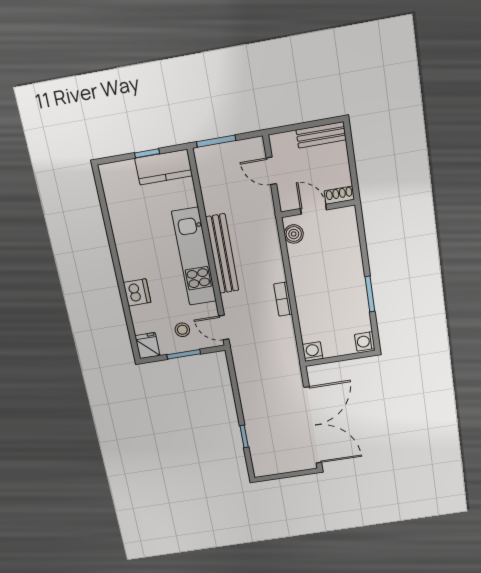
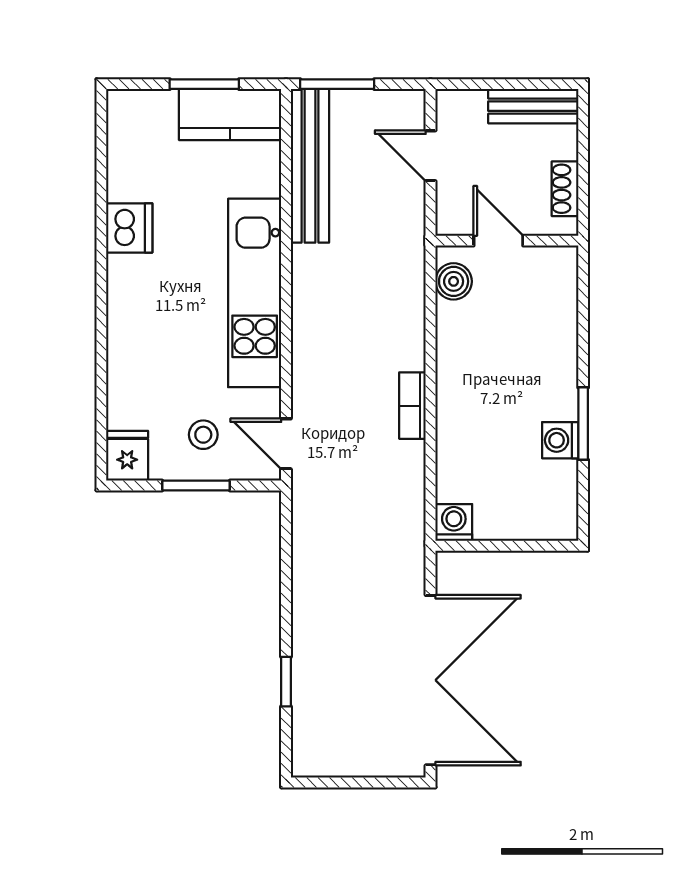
window: (147, 153) -> (204, 84), width x1.50
shoe rack: (339, 195) -> (565, 189), moved, turned -90
bench: (222, 254) -> (310, 166), moved
dishwasher: (137, 292) -> (129, 228), moved
washing machine: (365, 341) -> (560, 440), moved

